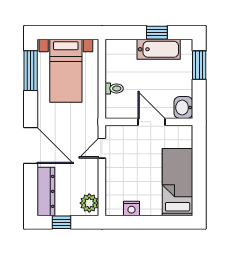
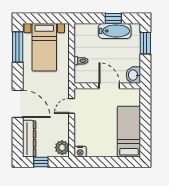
nightstand: (132, 209) -> (80, 152), moved

